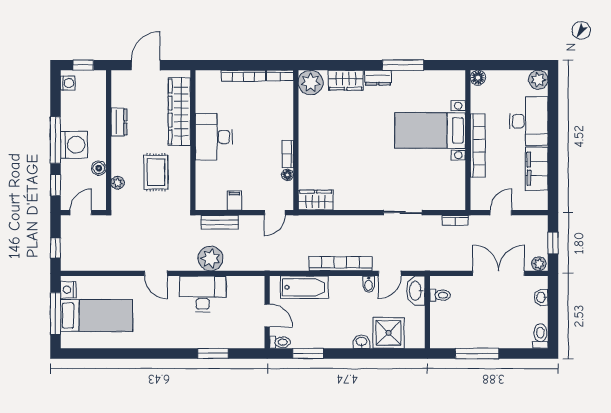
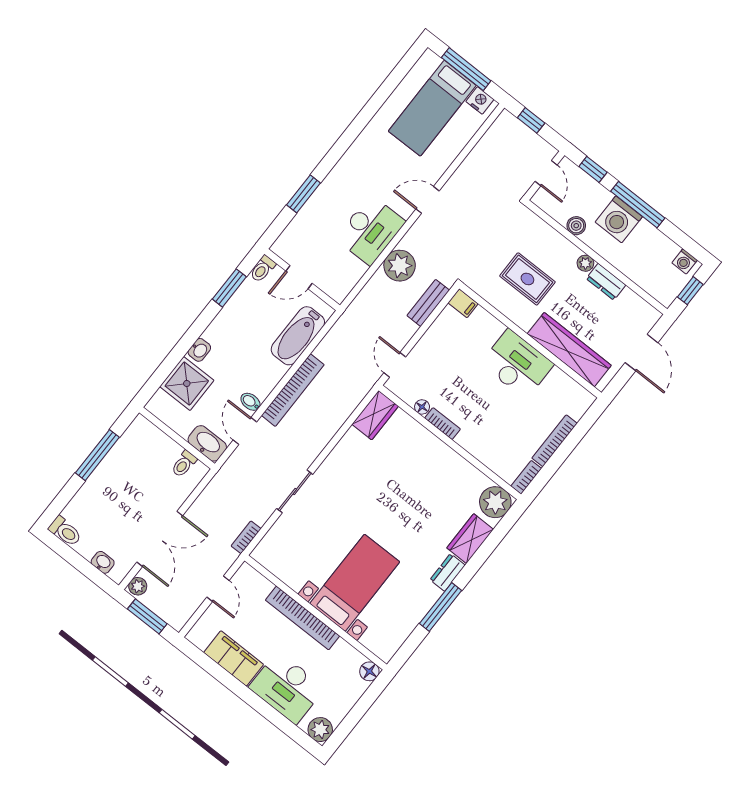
plant: (118, 183) -> (585, 263), moved
filing cabinet: (234, 200) -> (463, 303), moved
window: (553, 243) -> (147, 616), width x1.50

